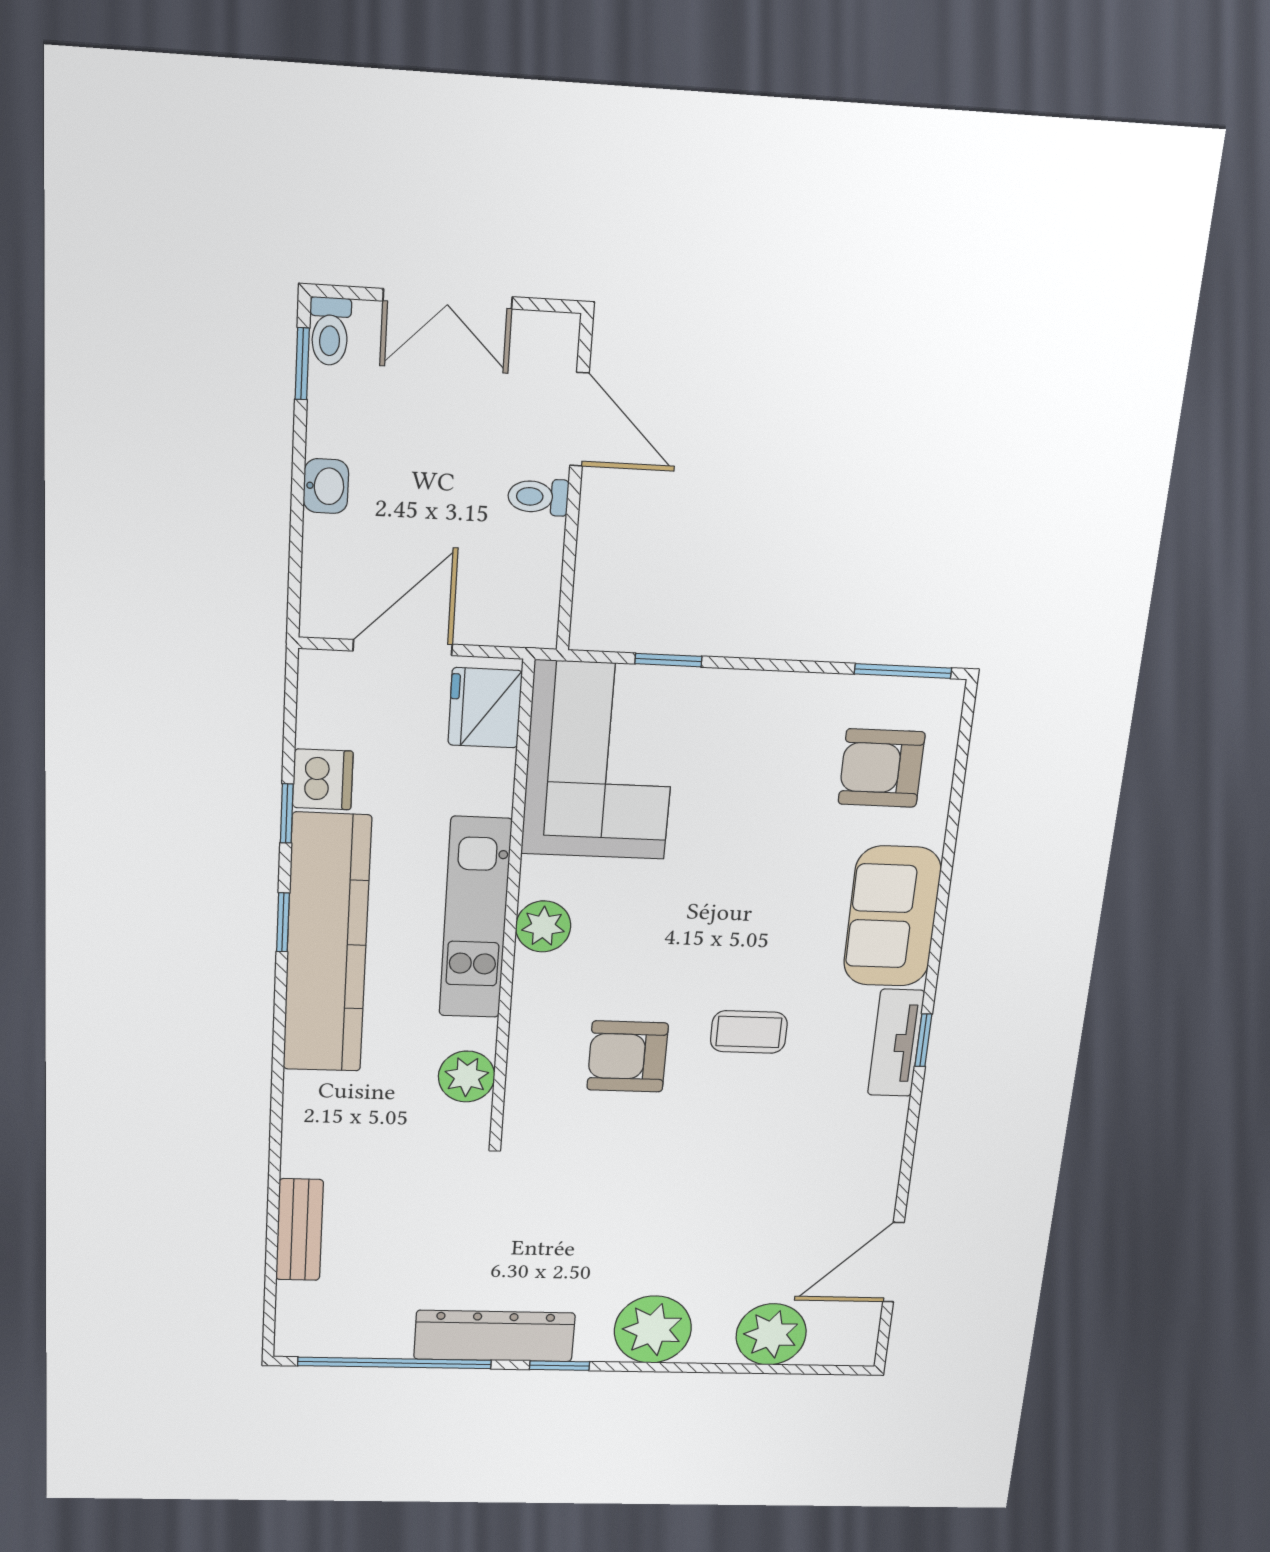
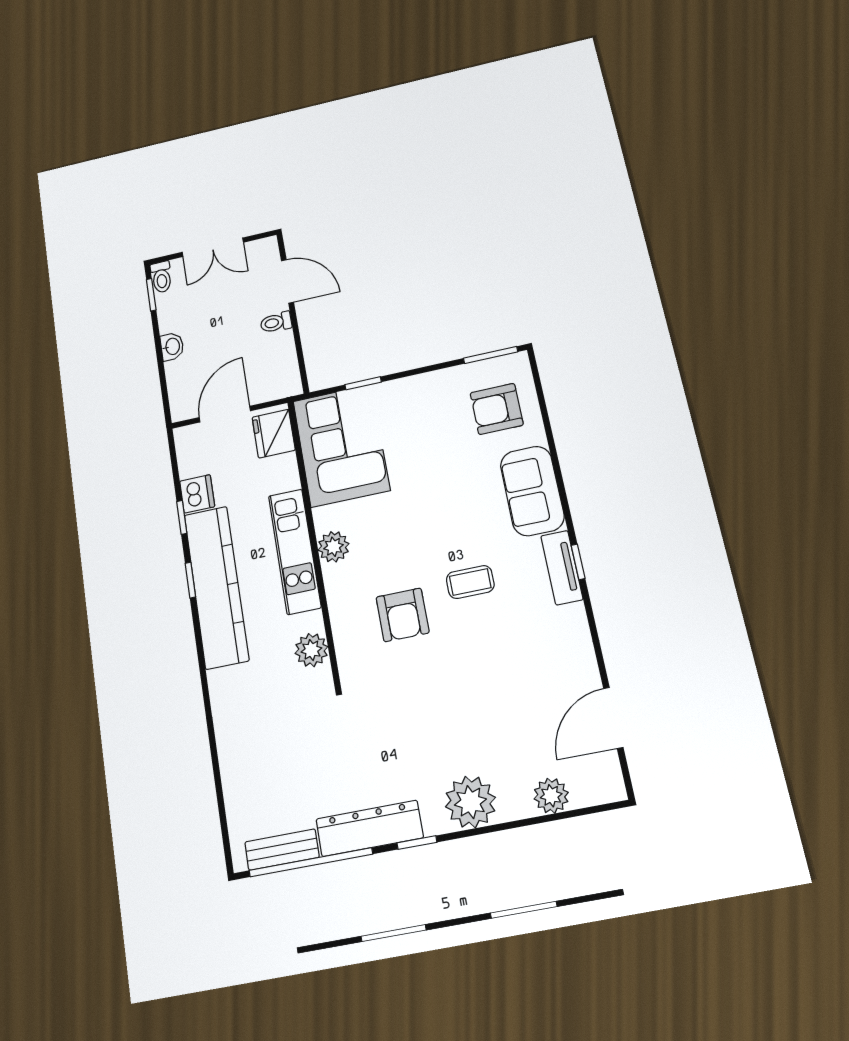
armchair: (628, 1056) -> (403, 615), turned -90
bench: (299, 1230) -> (282, 850), moved, turned 90
plant: (771, 1334) -> (551, 796), width x0.73, depth x0.73

